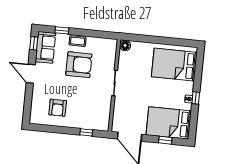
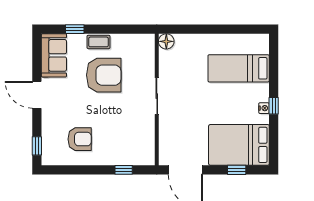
window: (34, 43) -> (37, 146), moved
bed: (174, 65) -> (239, 68), width x0.67
armchair: (58, 108) -> (80, 139), turned -90

